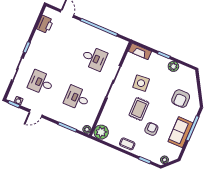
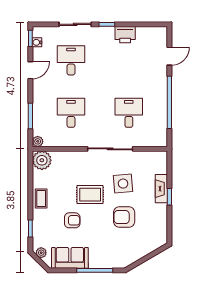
printer: (45, 24) -> (125, 35), moved
fireplace: (140, 51) -> (161, 189), moved
desk: (94, 58) -> (129, 113), turned 180
plant: (173, 66) -> (161, 214), removed
armchair: (181, 99) -> (124, 217), moved
door: (36, 113) -> (30, 70), swing flipped
sofa: (181, 132) -> (70, 258), moved

